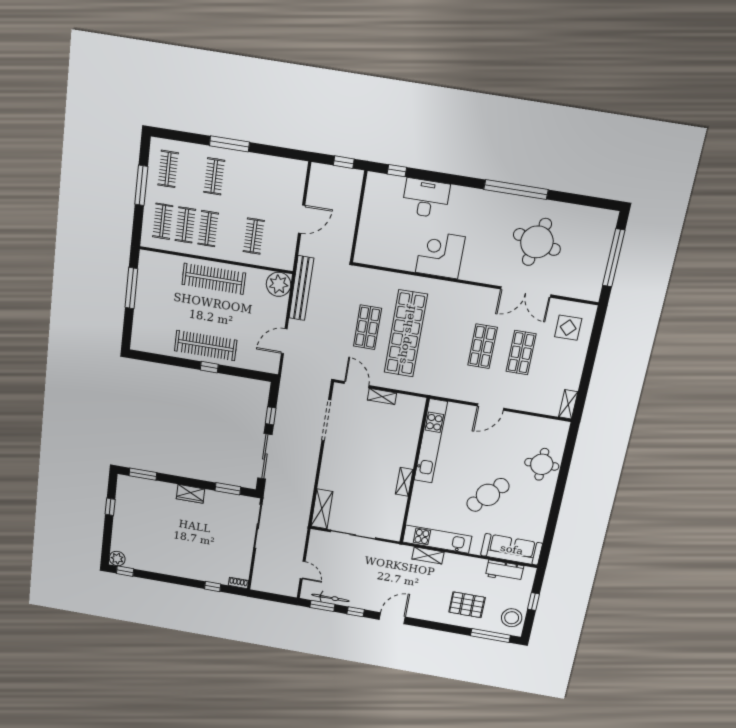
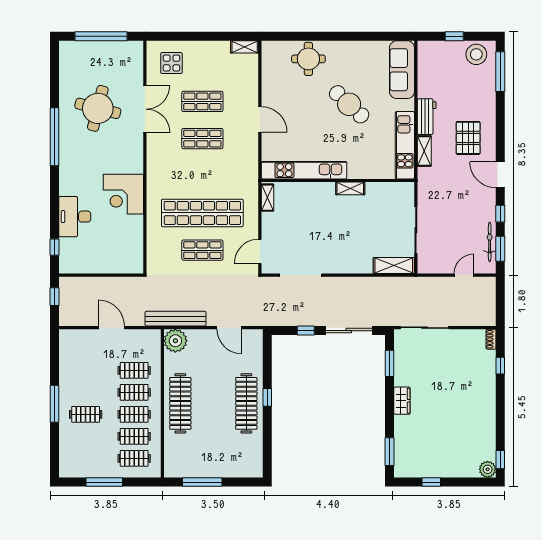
clothes rail: (168, 169) -> (134, 392), moved
shelving: (382, 396) -> (267, 198), moved
workbench: (504, 571) -> (427, 117), moved
pallet: (467, 605) -> (468, 138), moved

